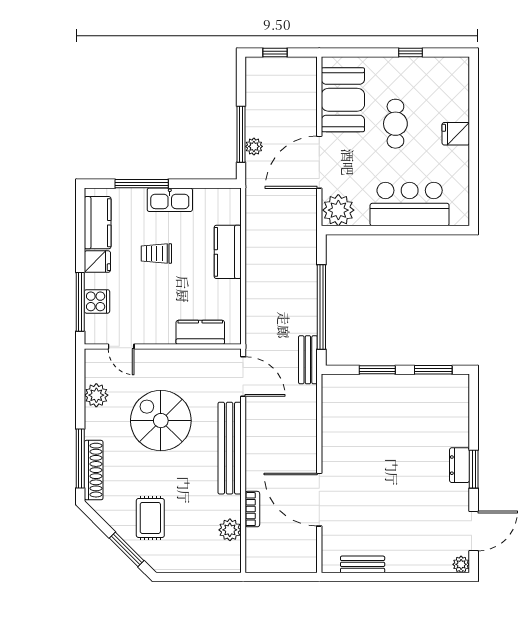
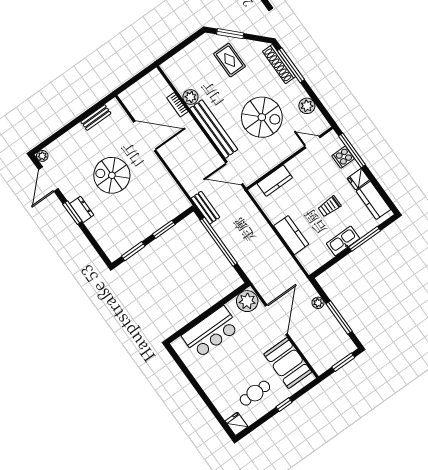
window: (275, 52) -> (343, 362), width x1.50
window: (410, 52) -> (284, 405), moved
cafe table: (395, 124) -> (255, 393), moved, turned 90
window: (241, 134) -> (339, 317), moved
fridge: (456, 134) -> (237, 424), moved, turned -90
trolley: (156, 254) -> (329, 206), turned 180
spiral stairs: (393, 480) -> (112, 175), added
plant: (230, 530) -> (190, 97), moved

